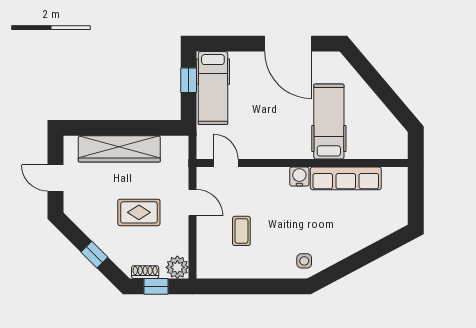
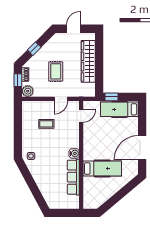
window: (189, 80) -> (111, 97), moved

